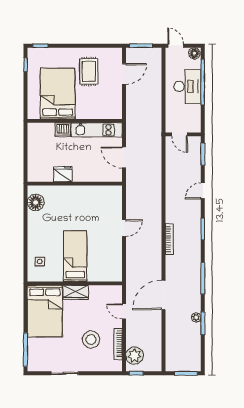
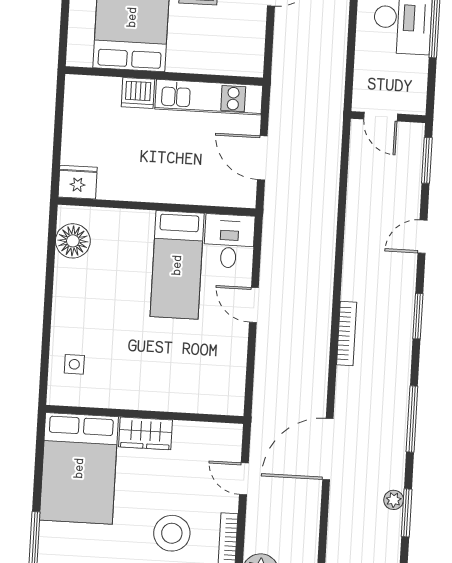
fridge: (63, 174) -> (78, 182), moved
desk: (110, 198) -> (229, 241), added
door: (124, 228) -> (254, 305), swing flipped
bed: (75, 256) -> (177, 265), moved, turned 180

